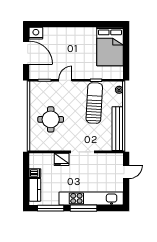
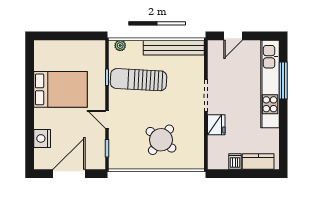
nightstand: (36, 33) -> (42, 138), moved
bed: (110, 47) -> (61, 89), moved
round table: (51, 119) -> (161, 140), turned 38
door: (126, 172) -> (233, 36), swing flipped
window: (51, 208) -> (283, 140), removed
window: (84, 208) -> (283, 80), moved

